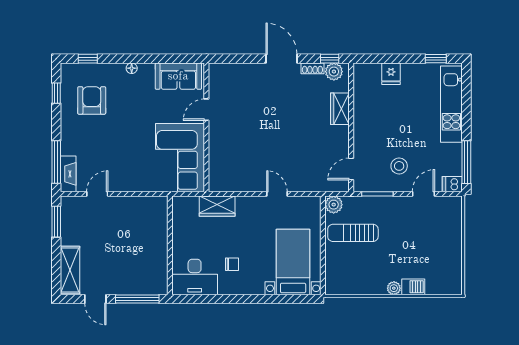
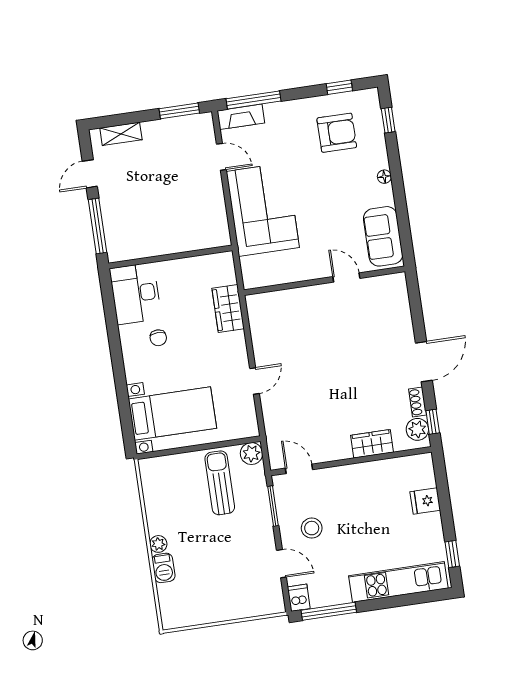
corner sofa: (180, 158) -> (263, 209), moved, turned 90
shelving: (70, 270) -> (121, 134), width x0.67, depth x0.75

